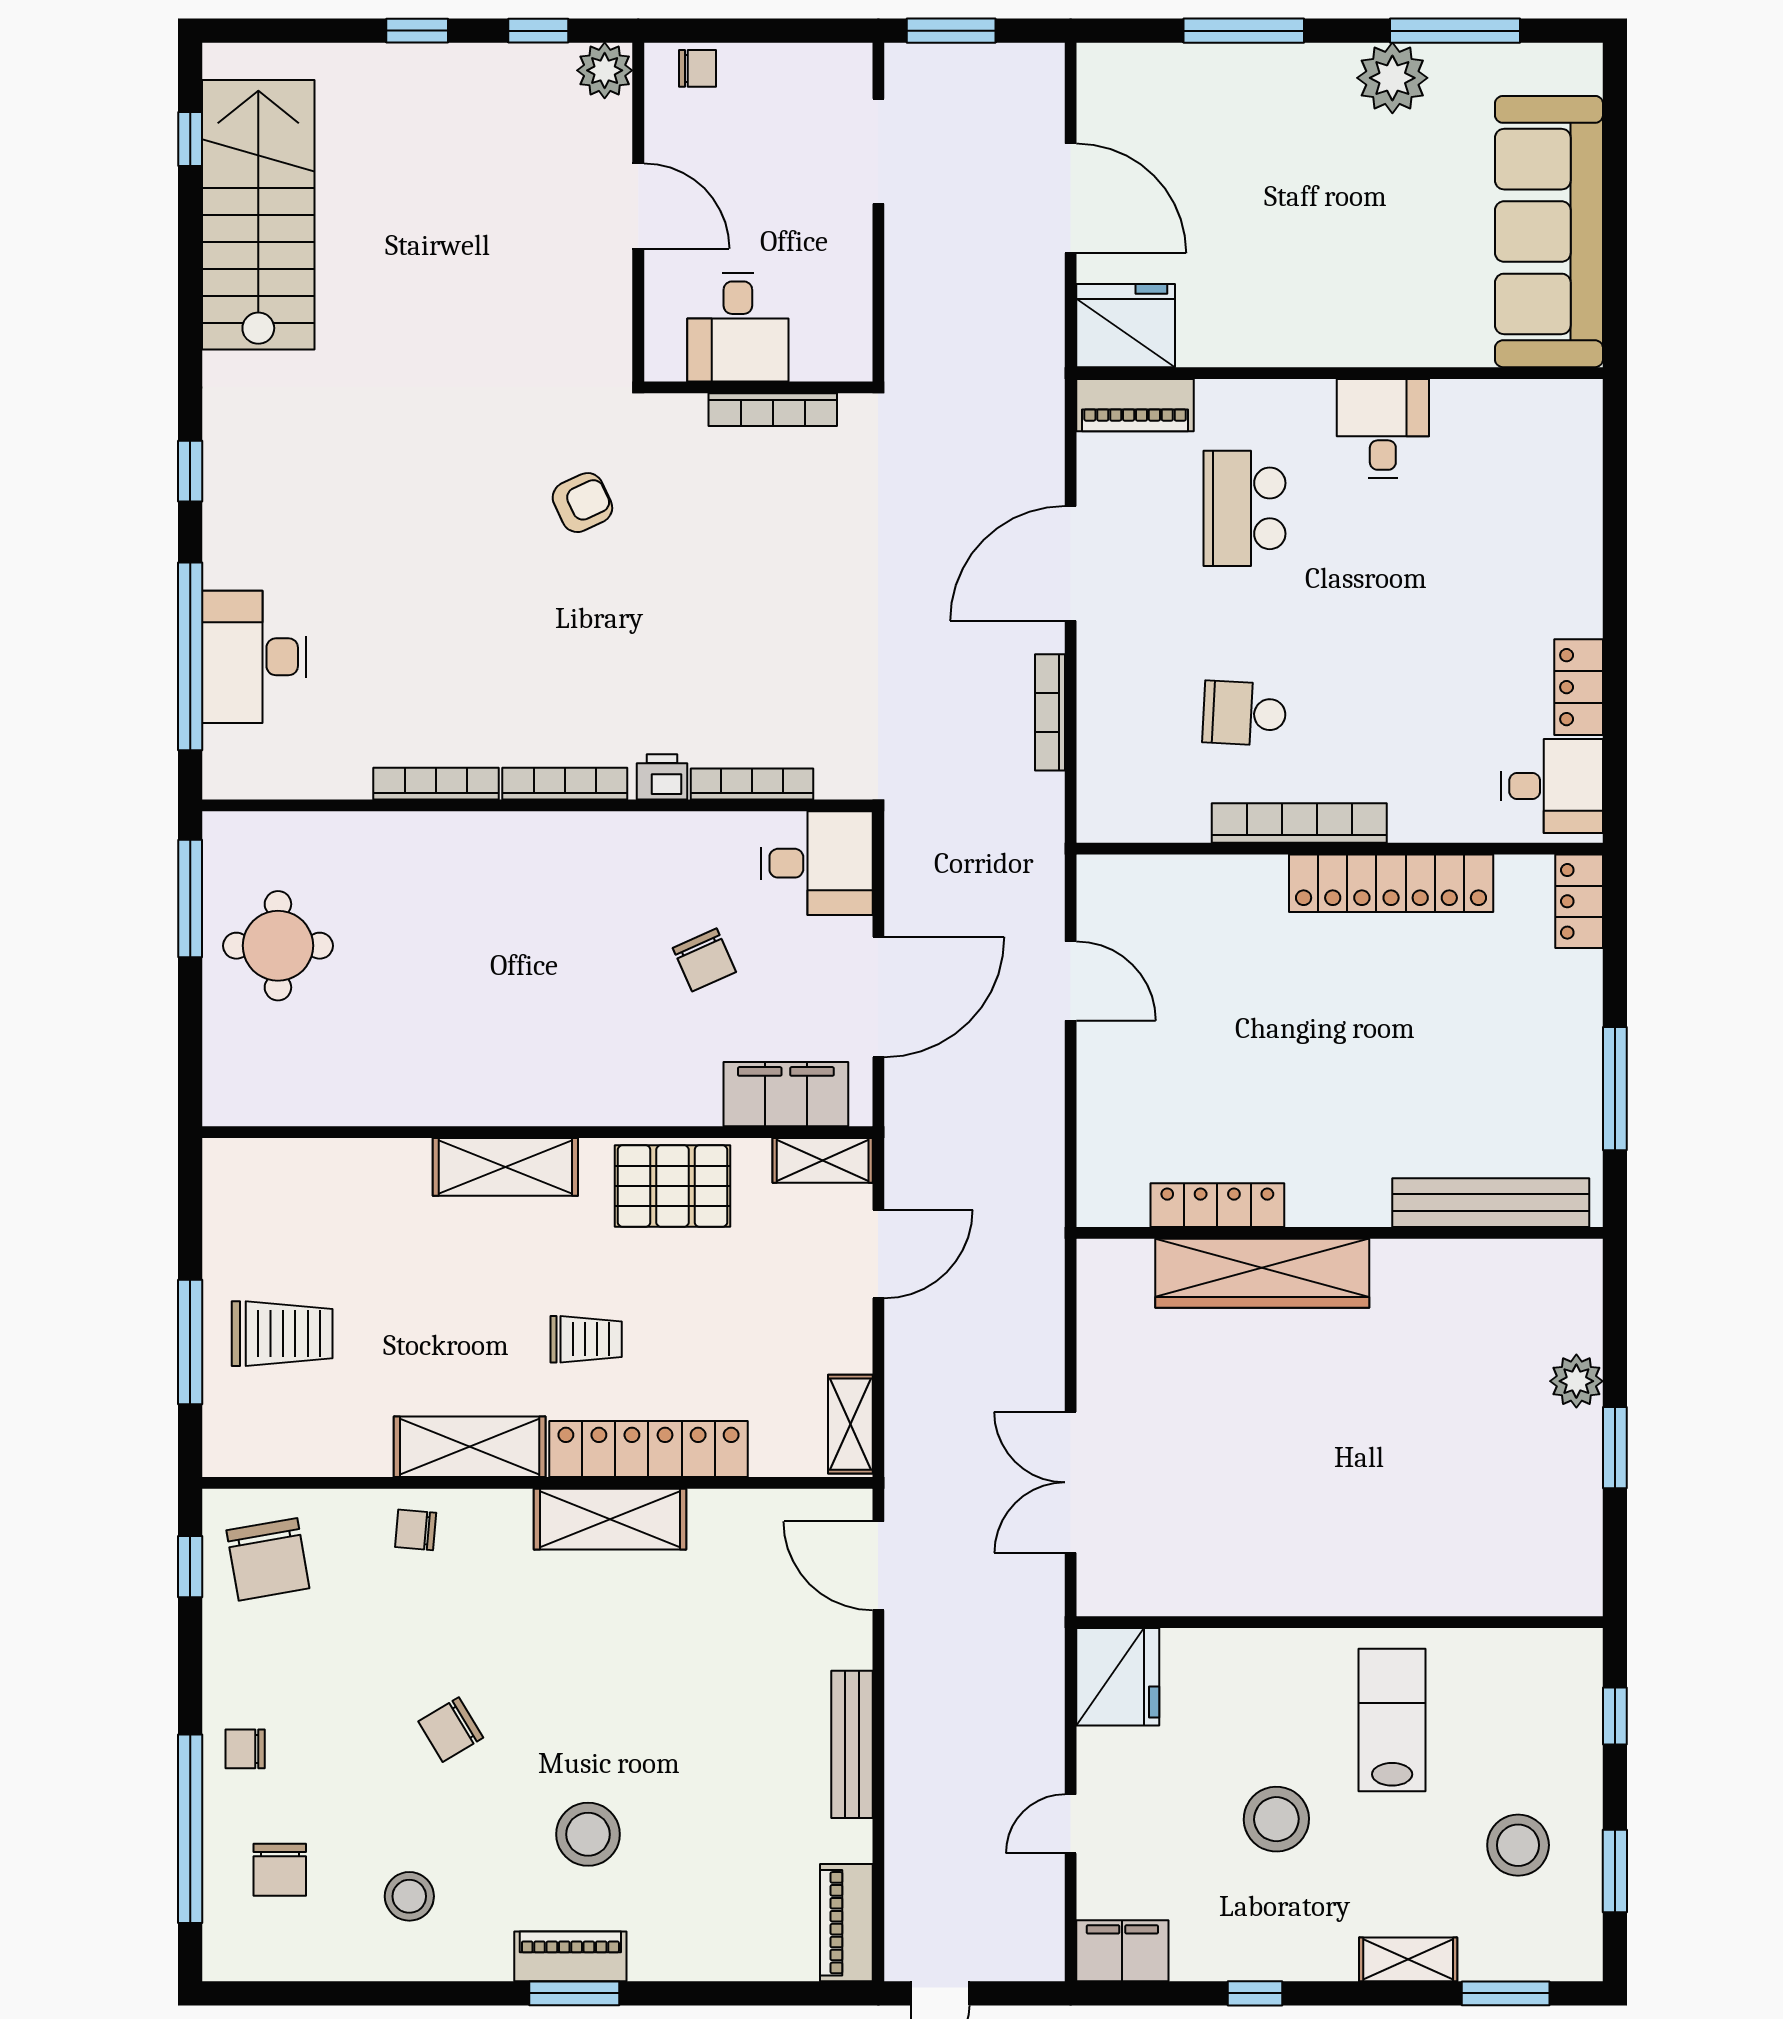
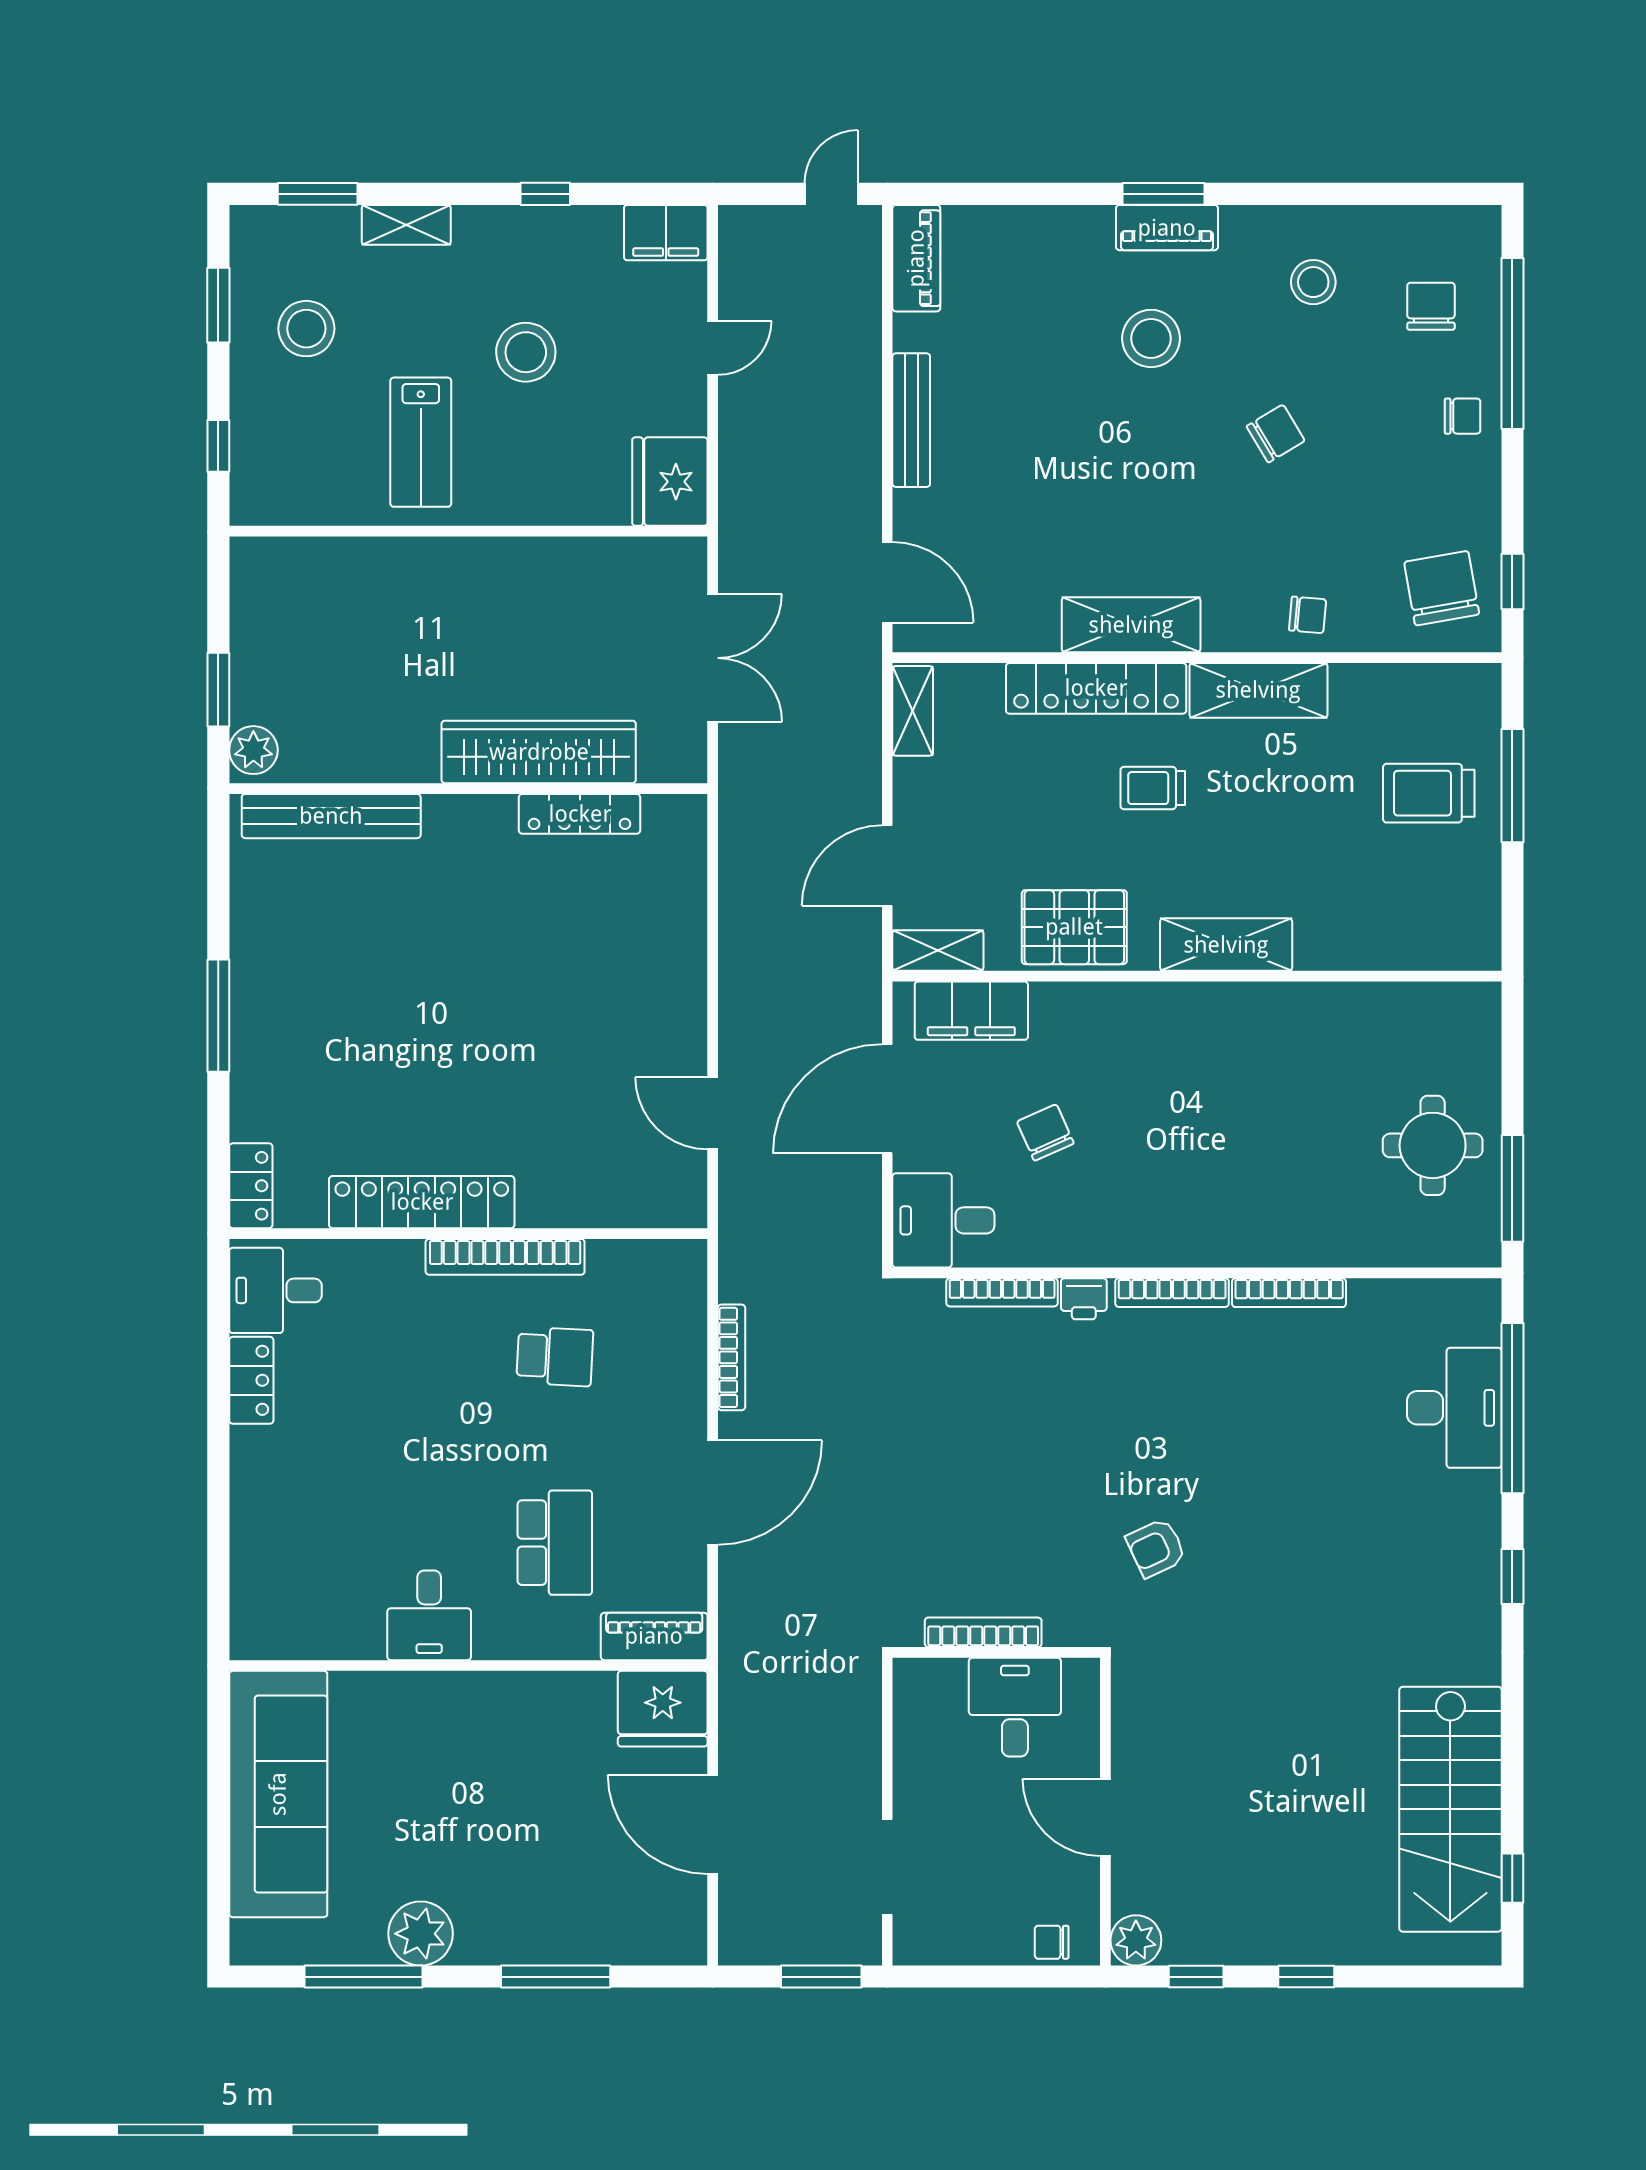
bench: (1491, 1203) -> (331, 816), moved
locker: (1217, 1205) -> (580, 814), moved
wall: (1340, 1233) -> (468, 789), moved
wardrobe: (1262, 1273) -> (539, 752), moved

